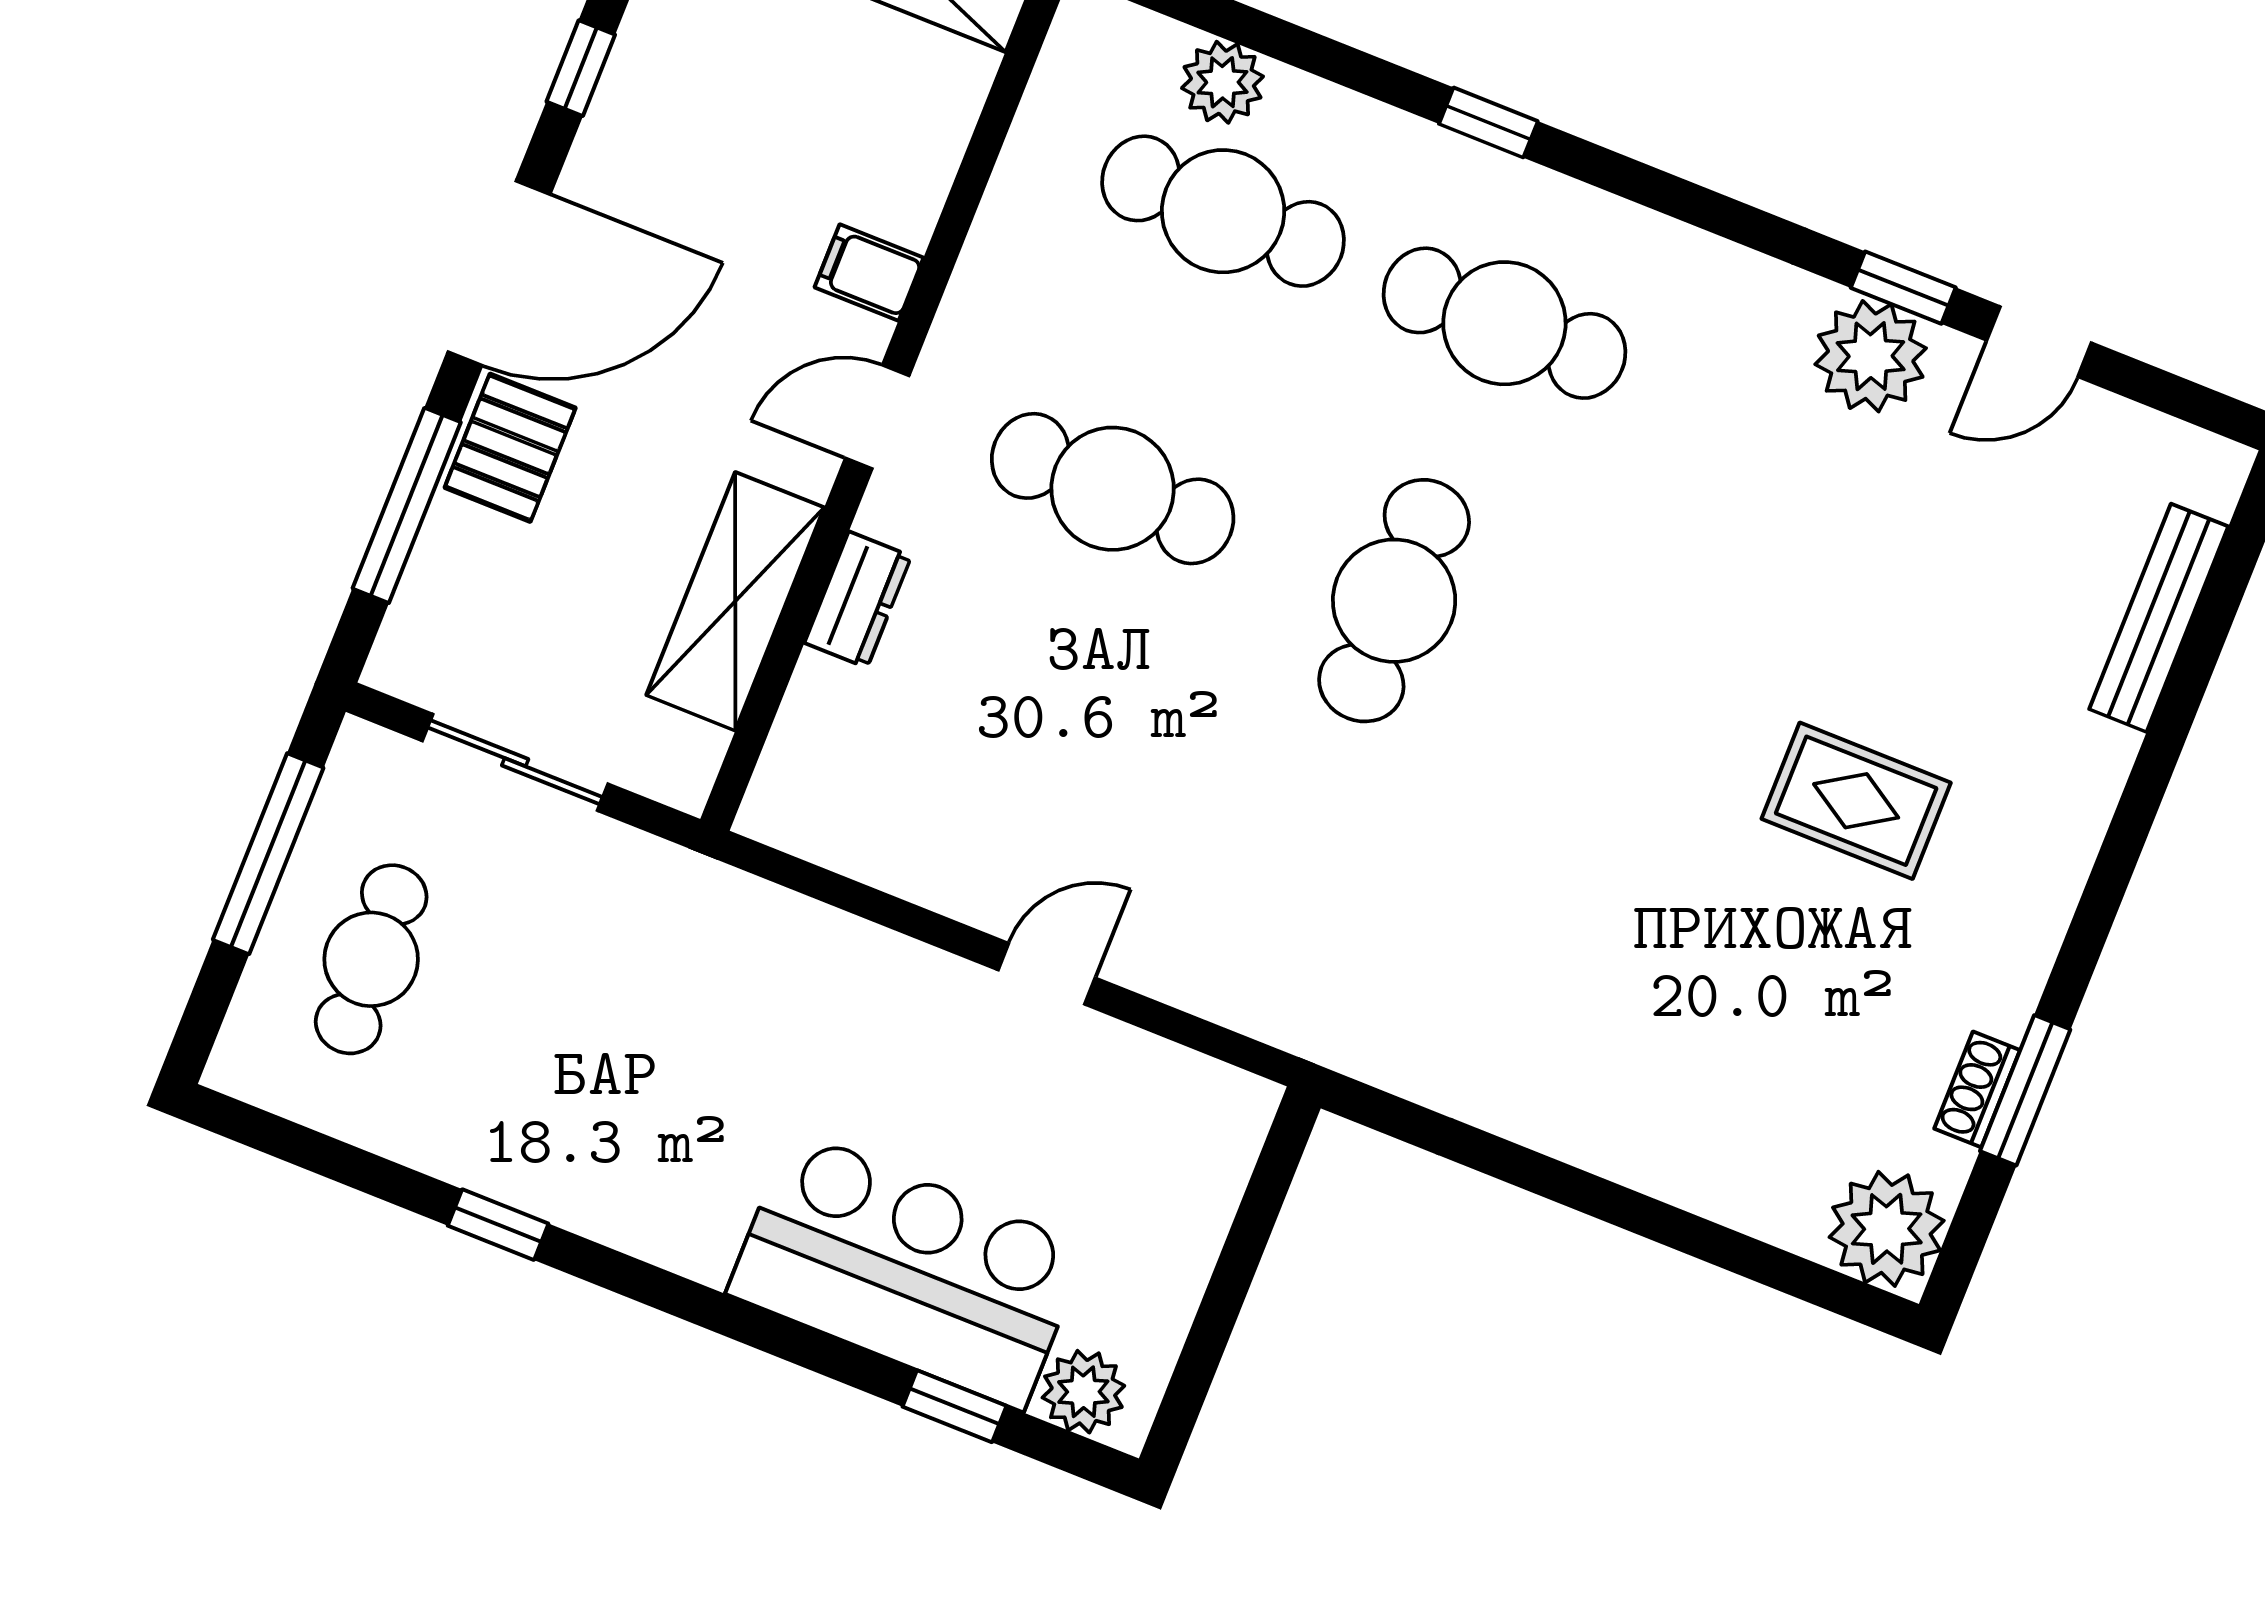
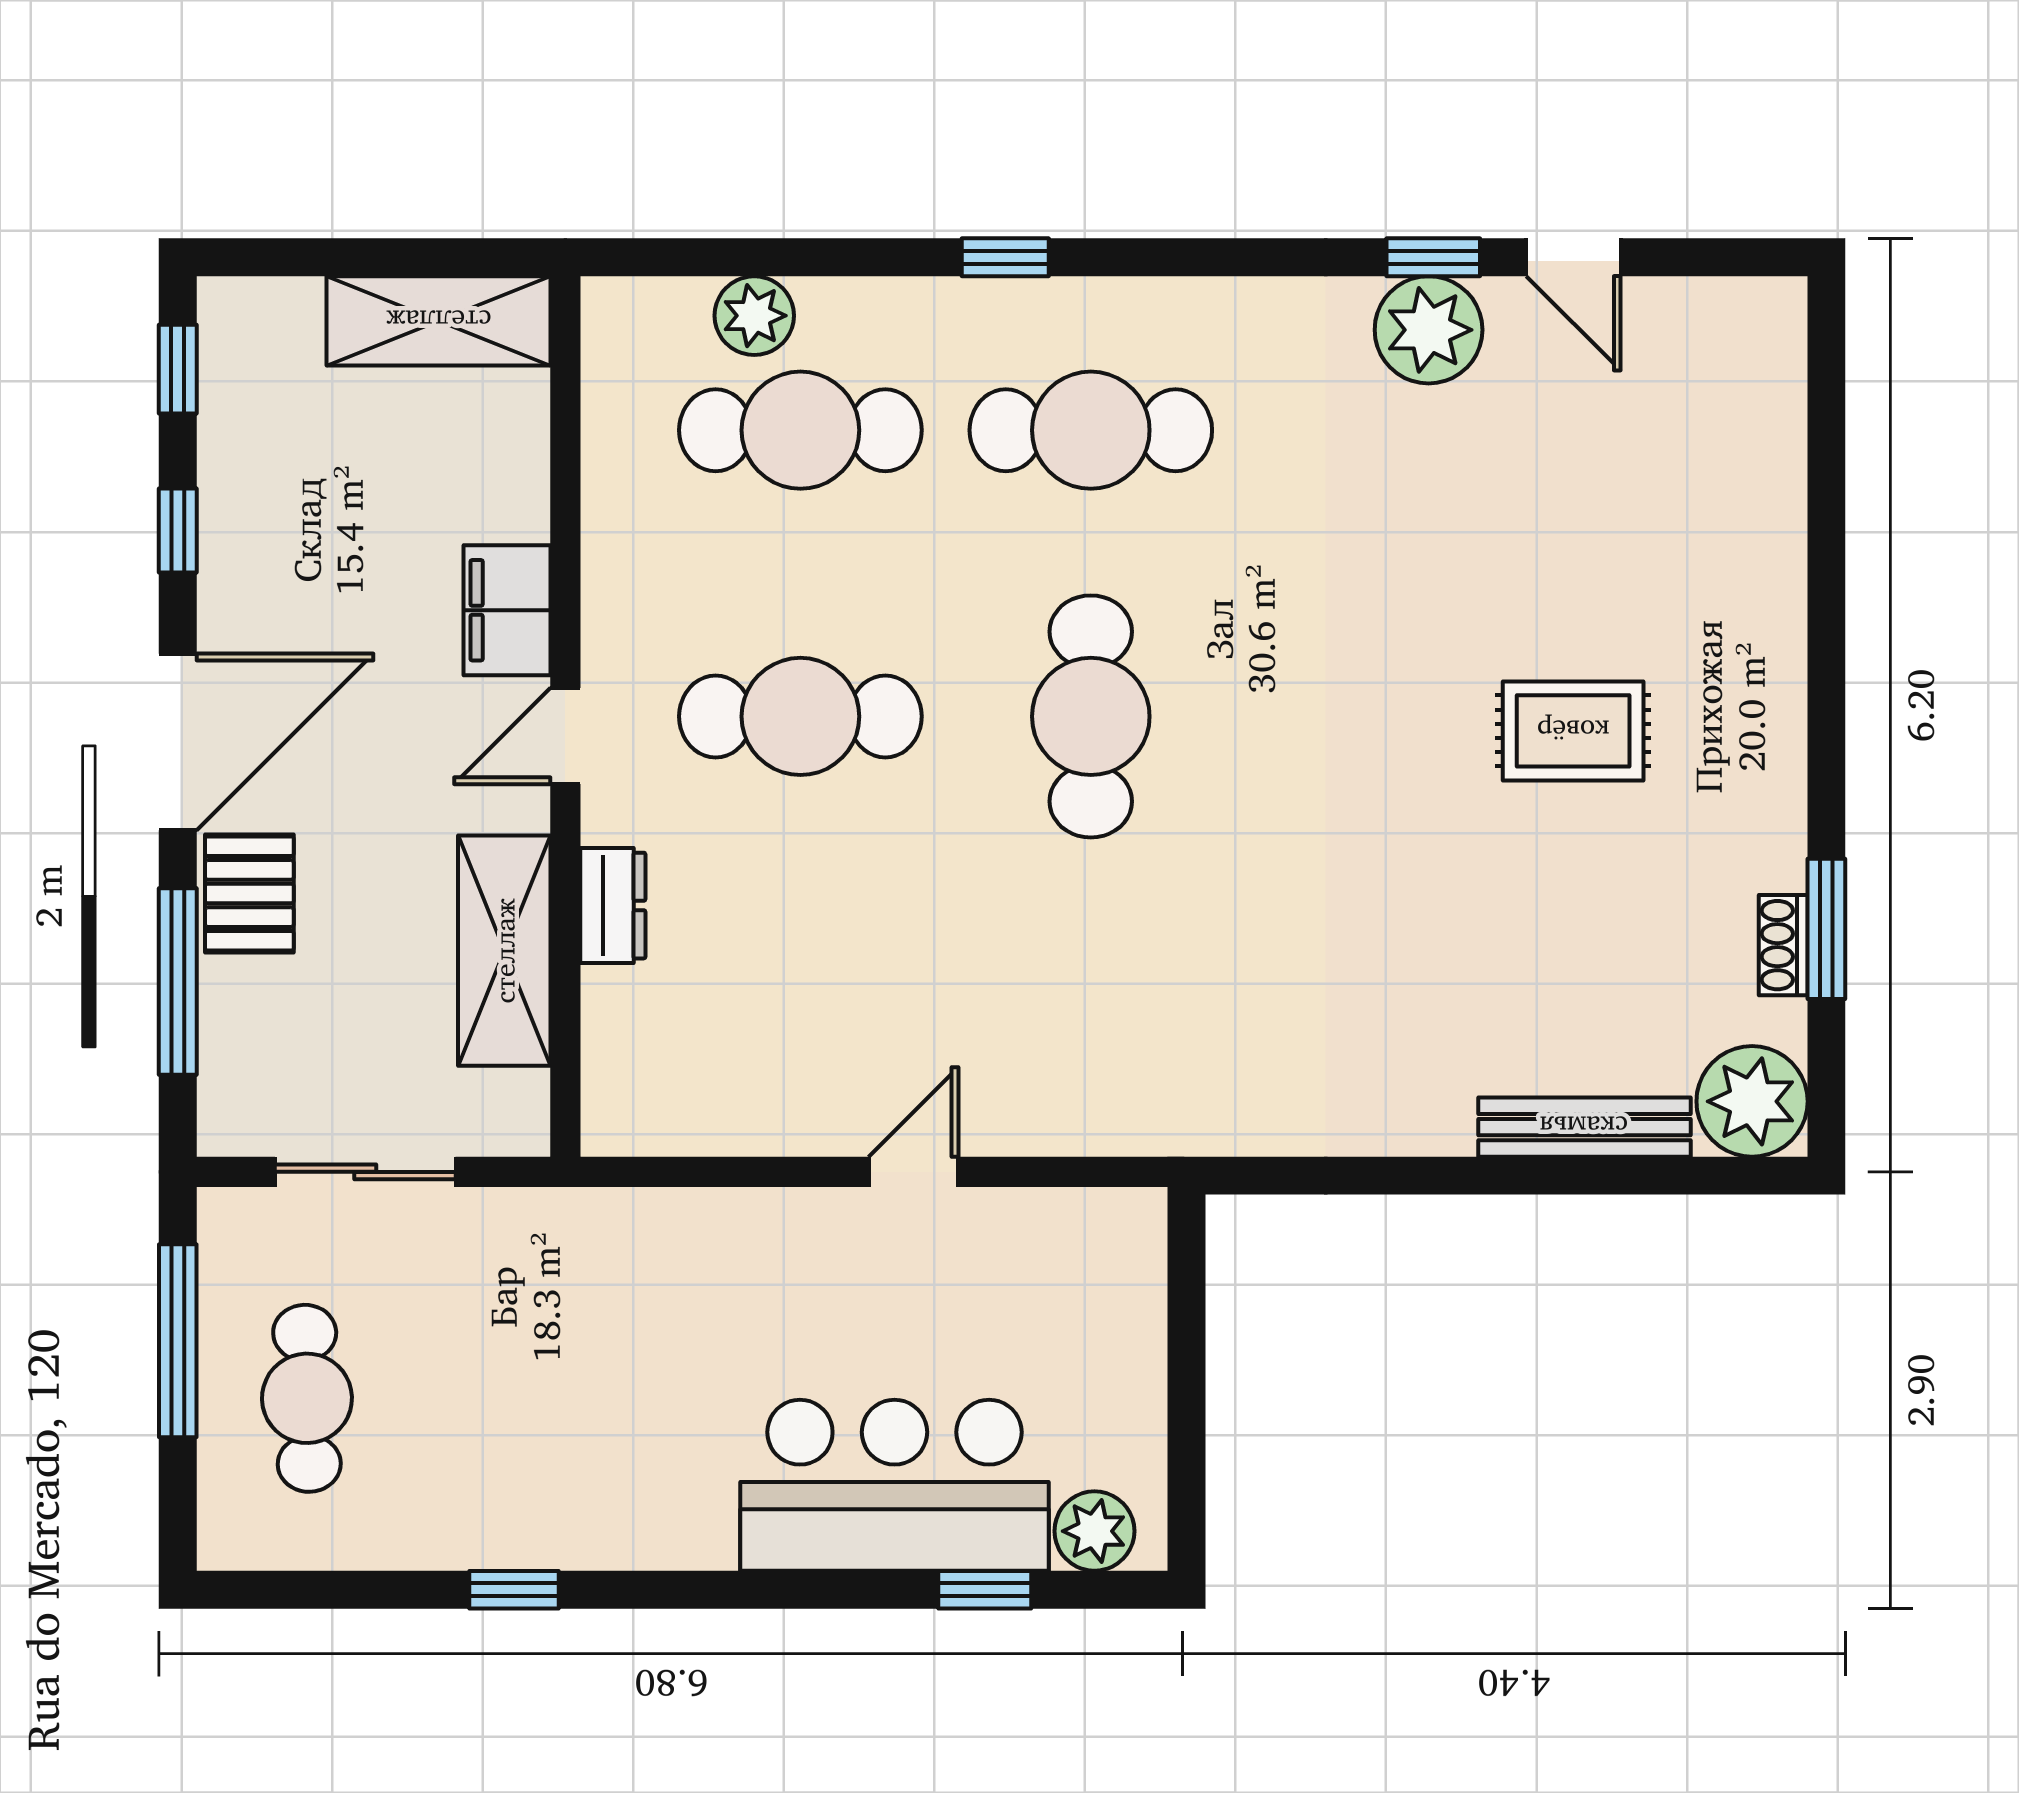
filing cabinet: (869, 272) -> (507, 610), width x2.00
door: (2039, 342) -> (1573, 257), hinge flipped
bench: (2159, 618) -> (1584, 1127), moved, turned 90

